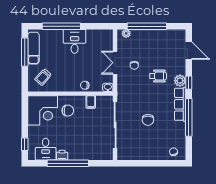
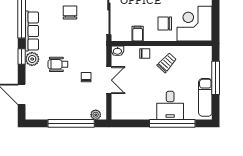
desk: (75, 41) -> (170, 105), moved
window: (25, 52) -> (216, 78), moved
trolley: (43, 77) -> (167, 63), moved

